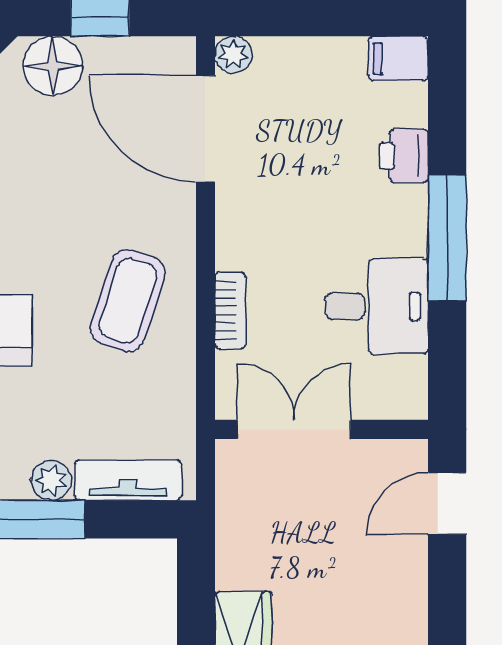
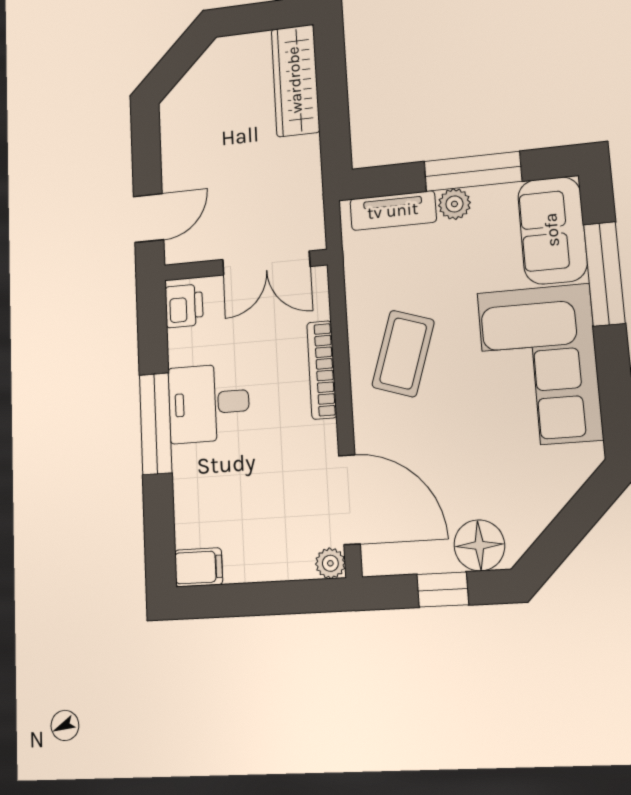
printer: (404, 156) -> (184, 306), moved
desk: (377, 306) -> (209, 403), moved
bookcase: (230, 310) -> (322, 370), width x1.56

